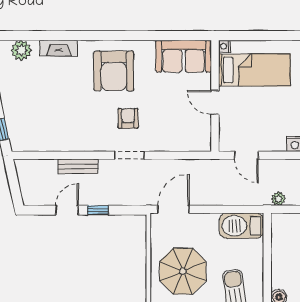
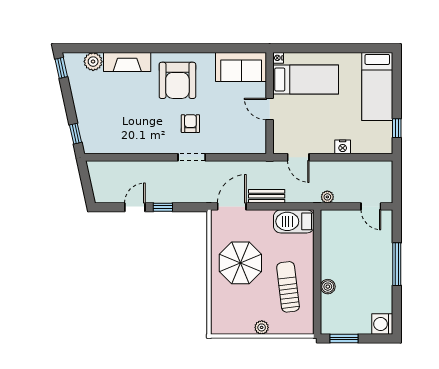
fireplace: (59, 48) -> (127, 62), width x1.37, depth x1.32
bench: (78, 166) -> (267, 196), moved

